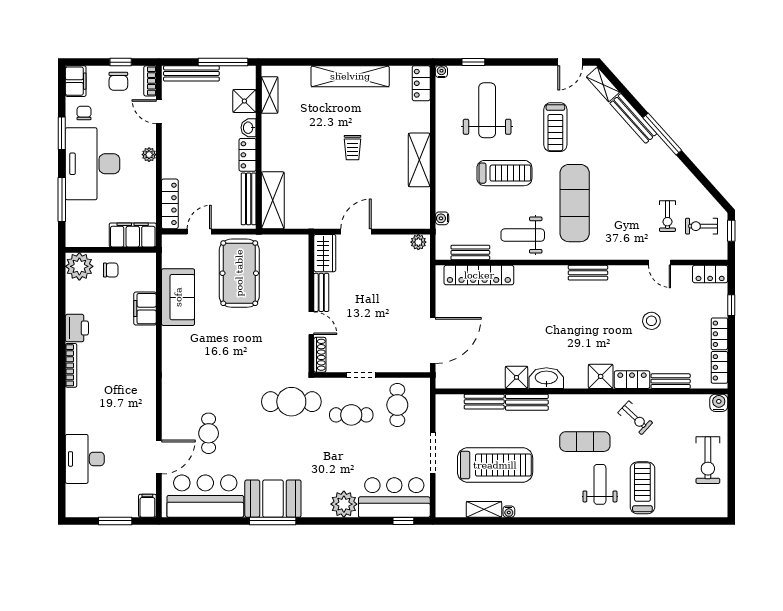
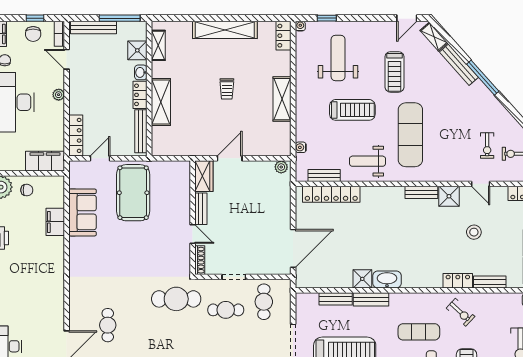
shelving: (273, 200) -> (161, 102), moved
shower: (601, 376) -> (449, 196), moved

